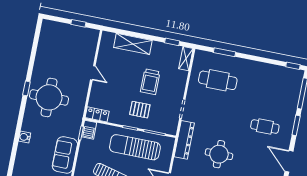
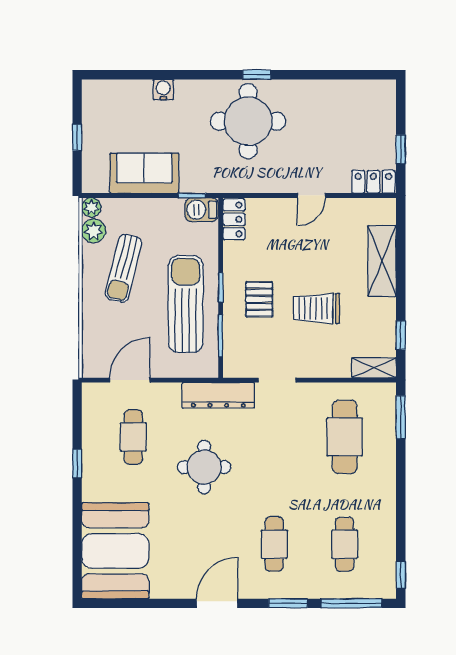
locker: (92, 40) -> (373, 182), added
window: (225, 52) -> (401, 417), moved
cafe table: (272, 91) -> (345, 544), added

